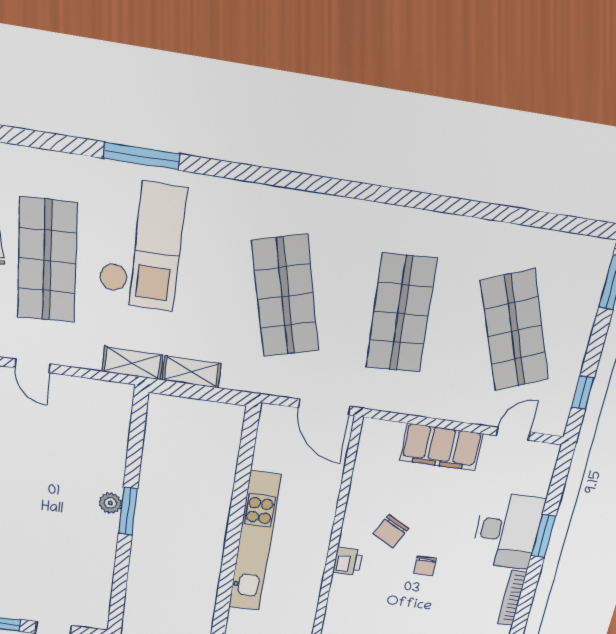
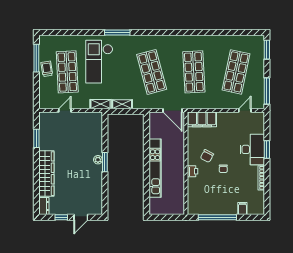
window: (142, 156) -> (117, 32), moved
checkout: (142, 245) -> (99, 62), turned 180
shop shelf: (515, 331) -> (236, 72), turned 33
door: (33, 366) -> (65, 110), swing flipped
window: (583, 393) -> (267, 91), width x2.17
filing cabinet: (441, 447) -> (202, 119), moved

